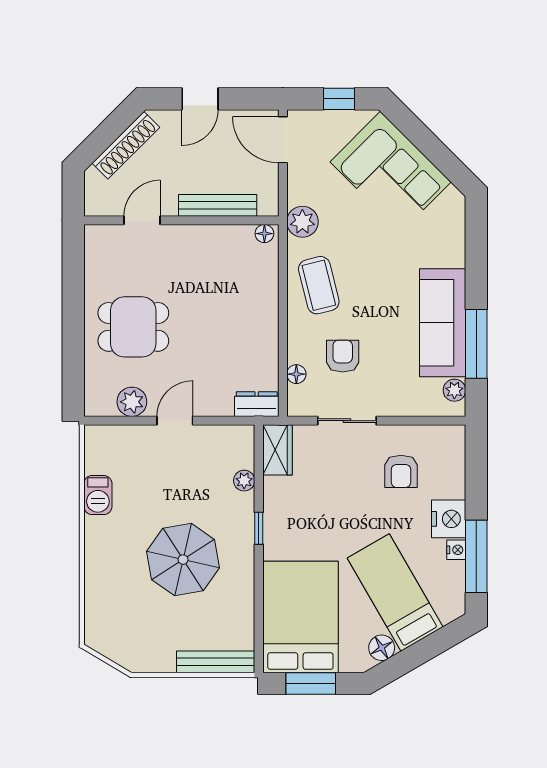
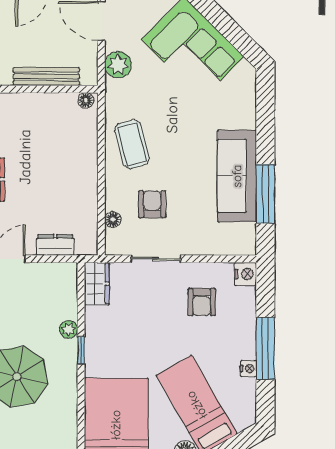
plant: (302, 222) -> (118, 65), moved
plant: (454, 390) -> (247, 233), removed
dresser: (257, 404) -> (55, 245), moved
plant: (244, 481) -> (69, 329), moved
nightstand: (449, 519) -> (246, 274), moved, width x0.74, depth x0.75
window: (476, 556) -> (265, 348), moved

